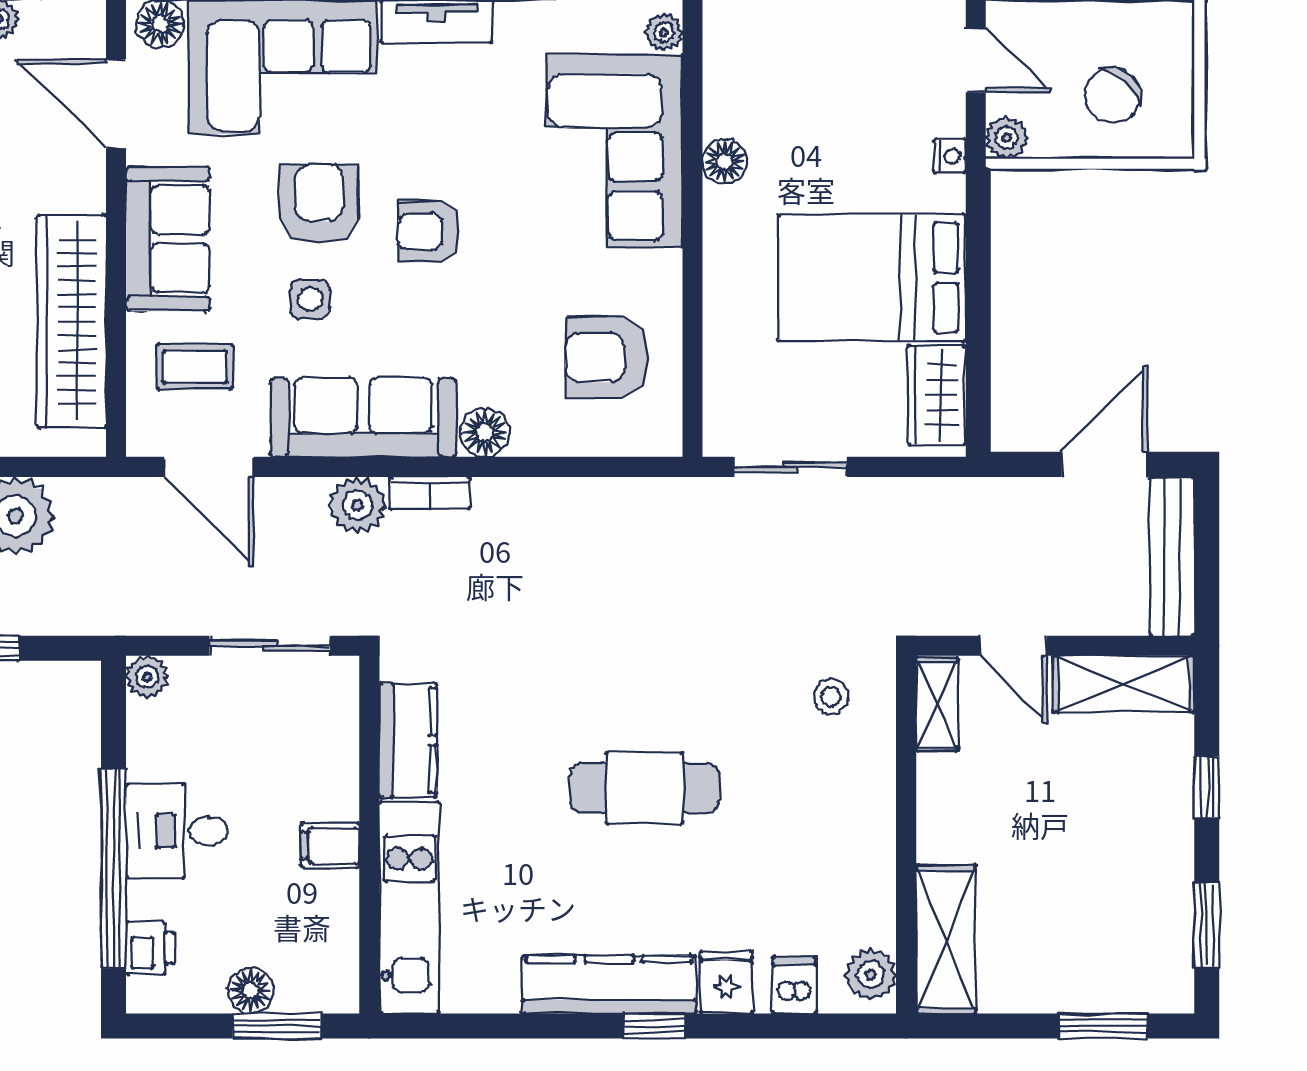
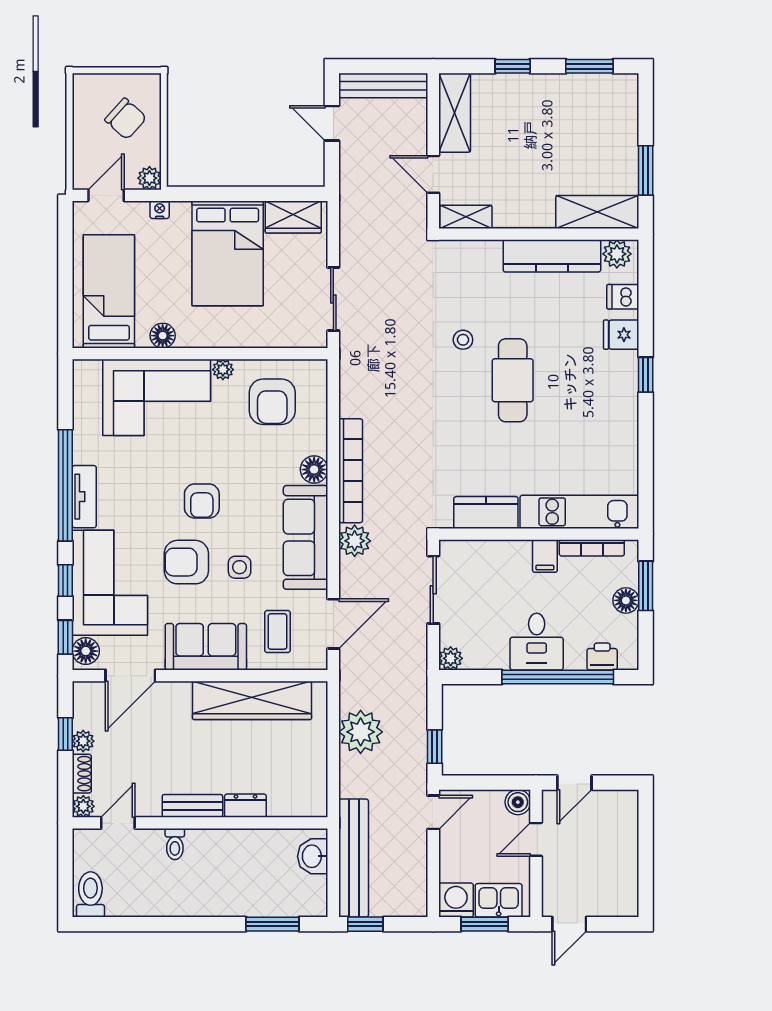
plant: (664, 32) -> (223, 370), moved
bed: (804, 65) -> (109, 291), added
door: (1105, 464) -> (332, 123), width x0.73
bookcase: (430, 493) -> (351, 471), width x2.31, depth x1.31
door: (1013, 646) -> (433, 174), swing flipped
stool: (831, 697) -> (463, 340), moved
bookcase: (345, 930) -> (592, 548), added
kitchen counter: (609, 985) -> (552, 256), moved, turned -90
window: (1103, 1026) -> (646, 170), moved

